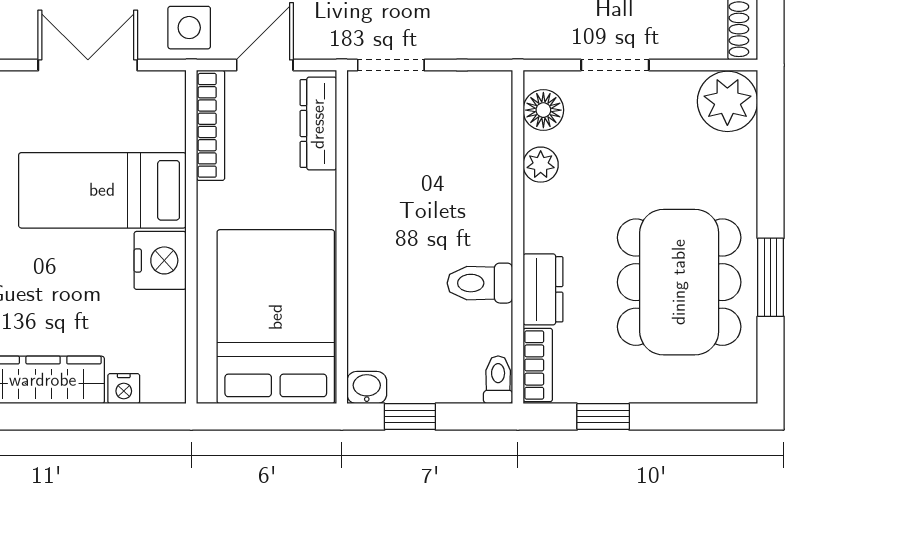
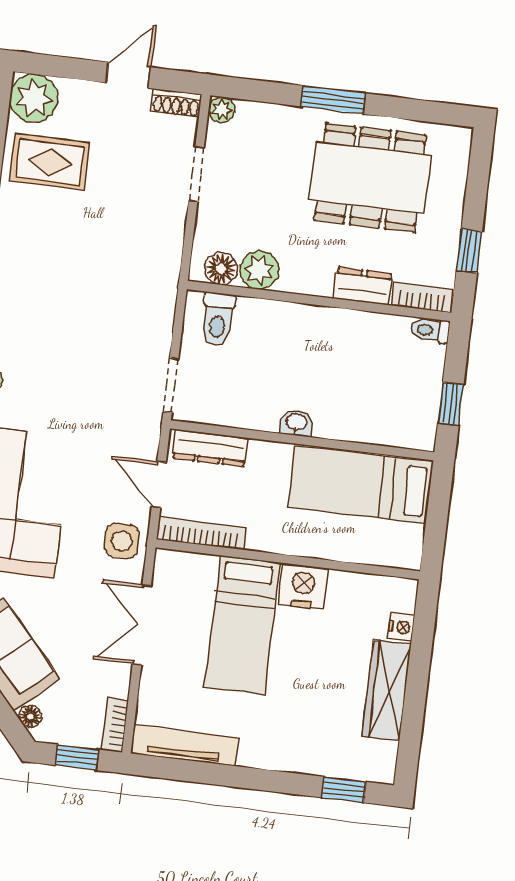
doorway: (615, 65) -> (196, 174), moved
plant: (727, 101) -> (222, 110), width x0.53, depth x0.53
plant: (541, 165) -> (259, 270), width x1.38, depth x1.38
window: (771, 277) -> (333, 100), moved
toilet: (480, 283) -> (218, 319), moved
bed: (276, 317) -> (361, 485), width x0.67
washbasin: (367, 388) -> (296, 423), moved, turned 90

